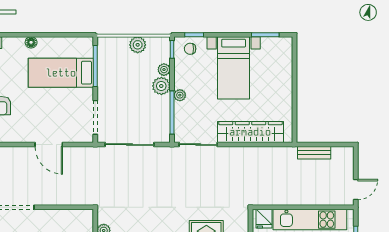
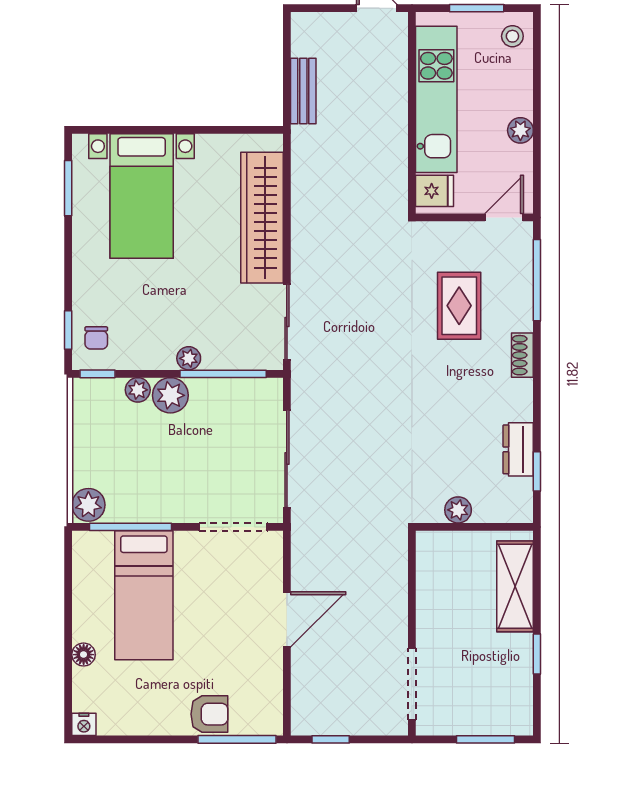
plant: (138, 45) -> (88, 505), moved
bed with nightstands: (234, 68) -> (142, 196), moved, turned 90

